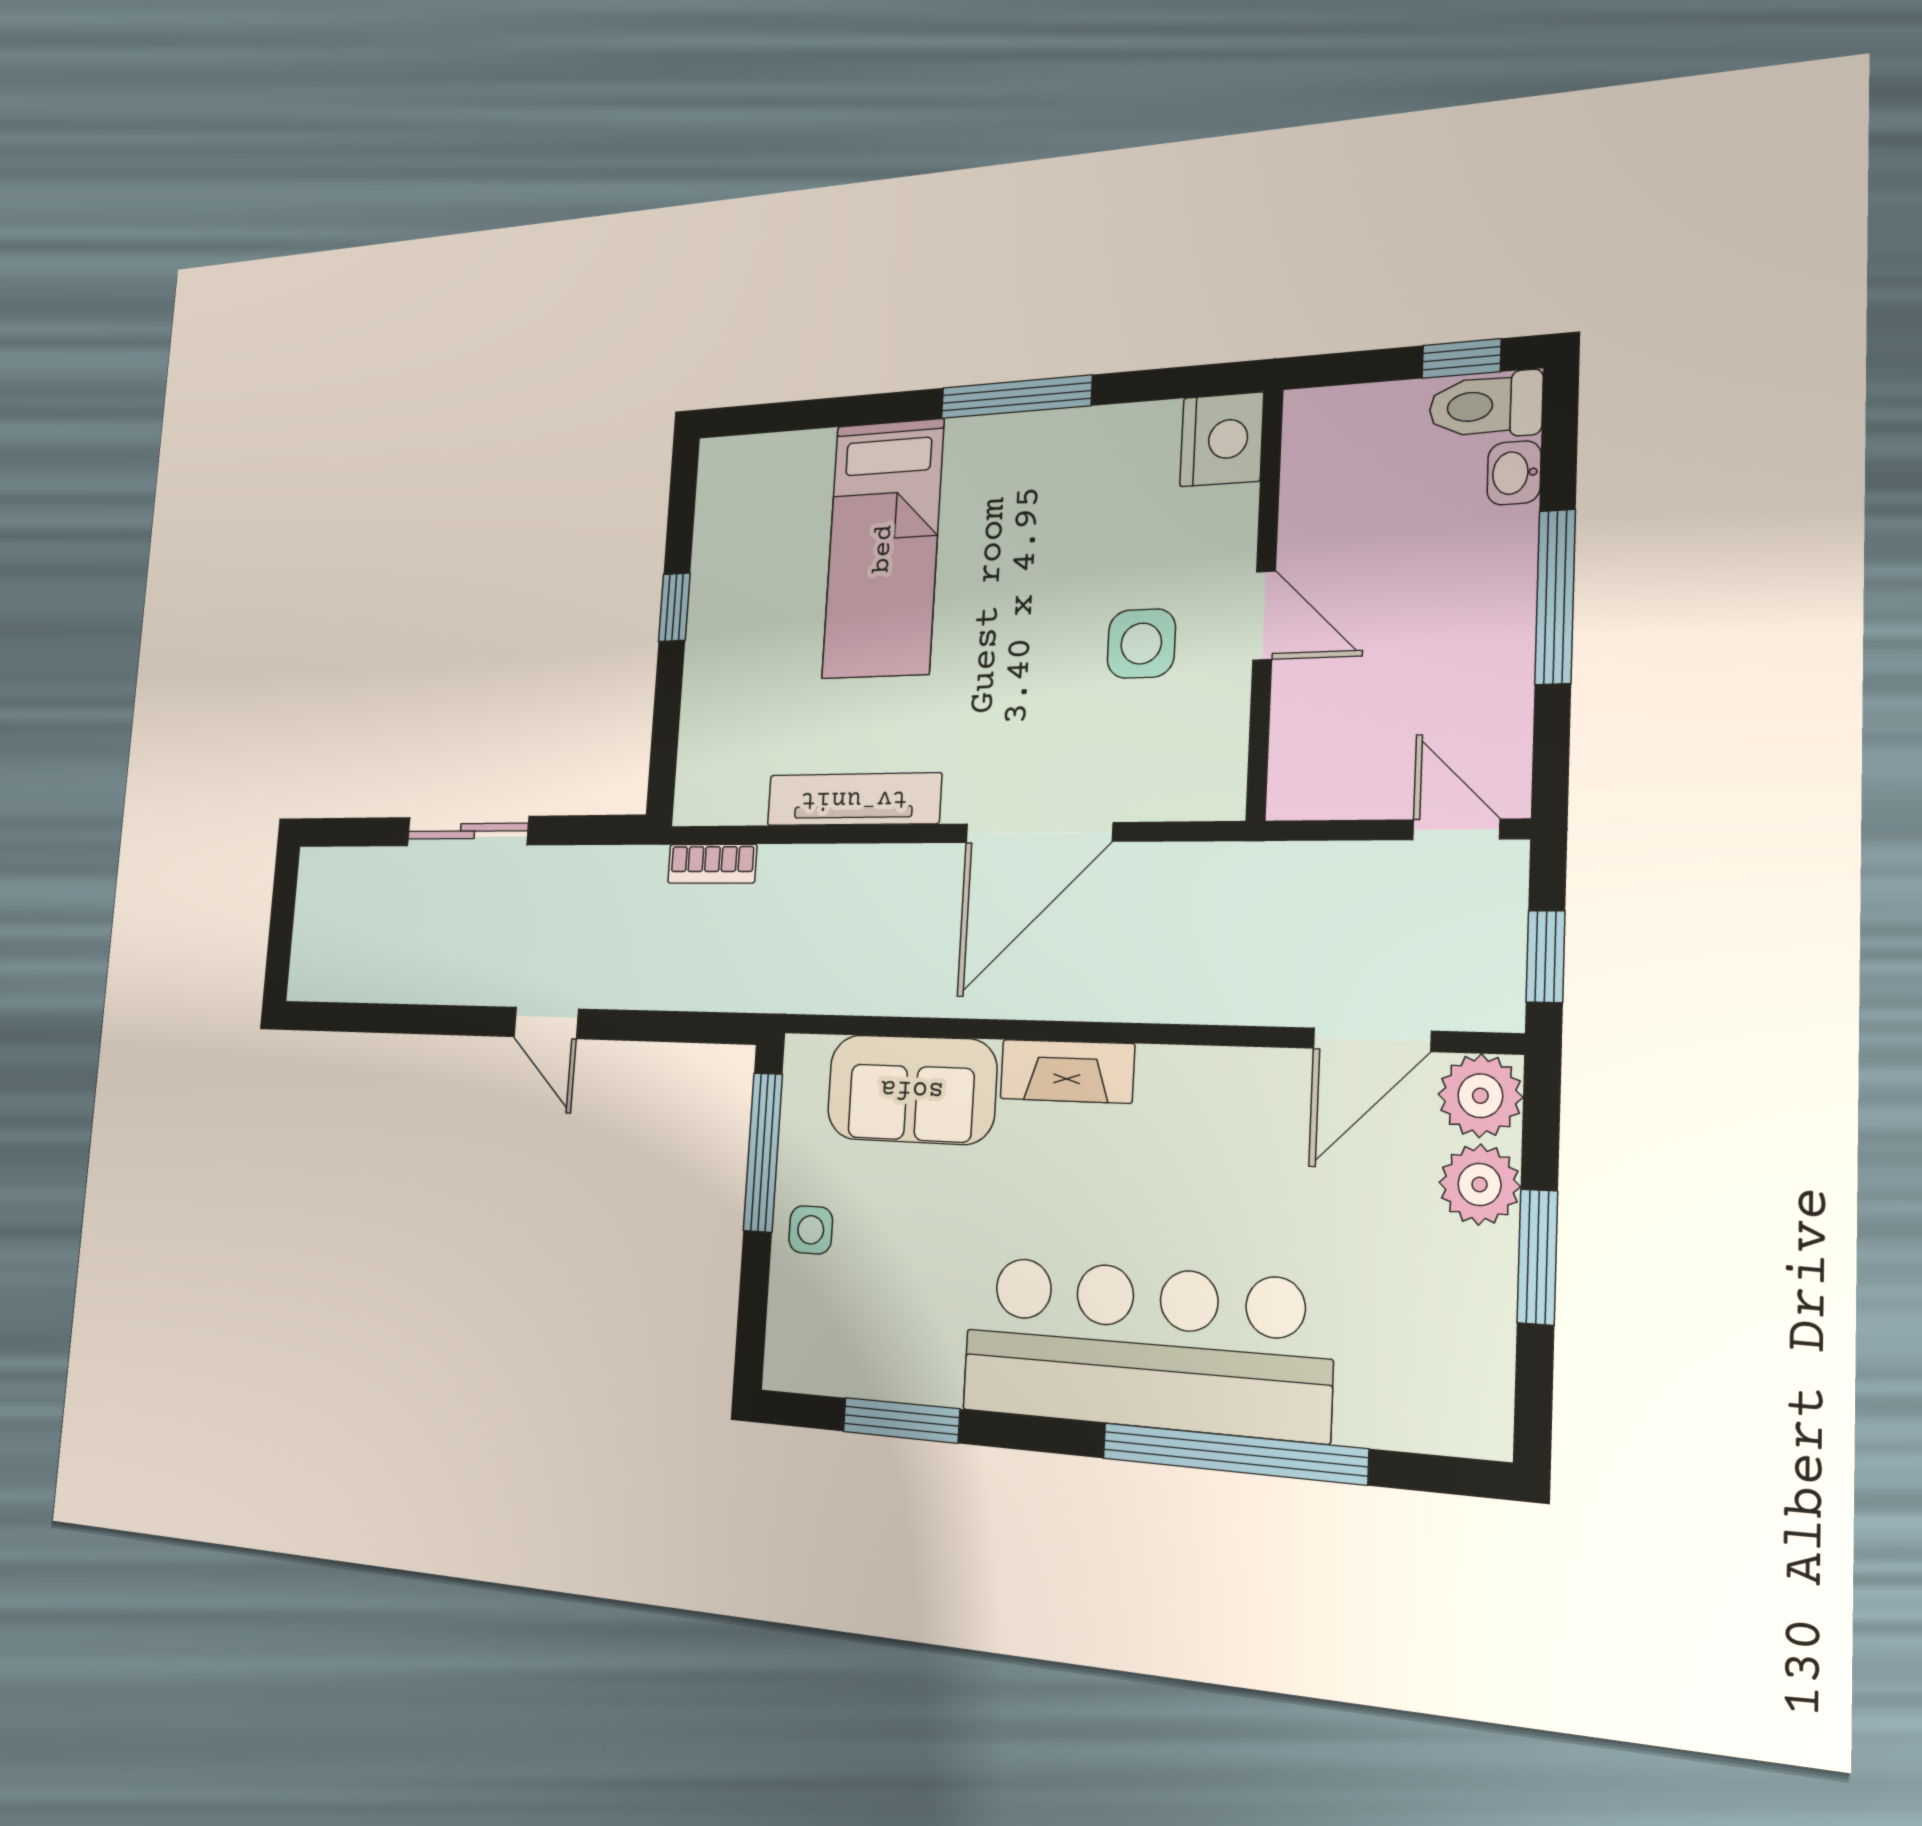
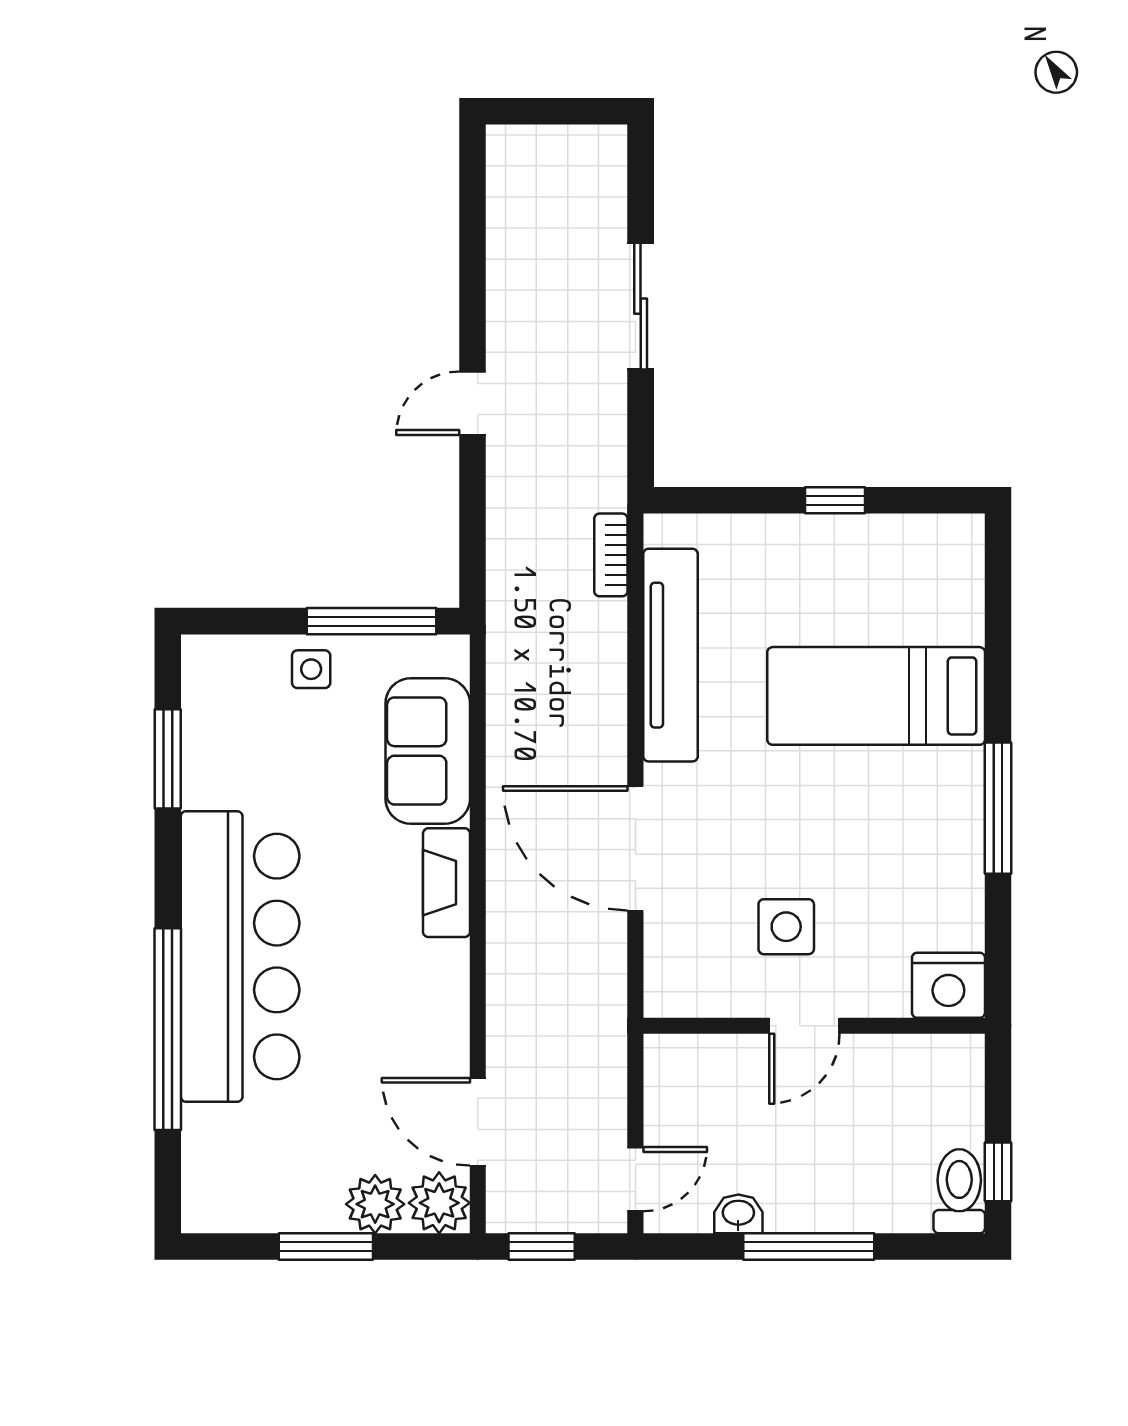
washbasin: (1514, 473) -> (738, 1214), moved
tv unit: (854, 799) -> (670, 655), width x1.36, depth x1.29

